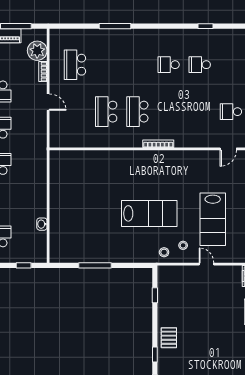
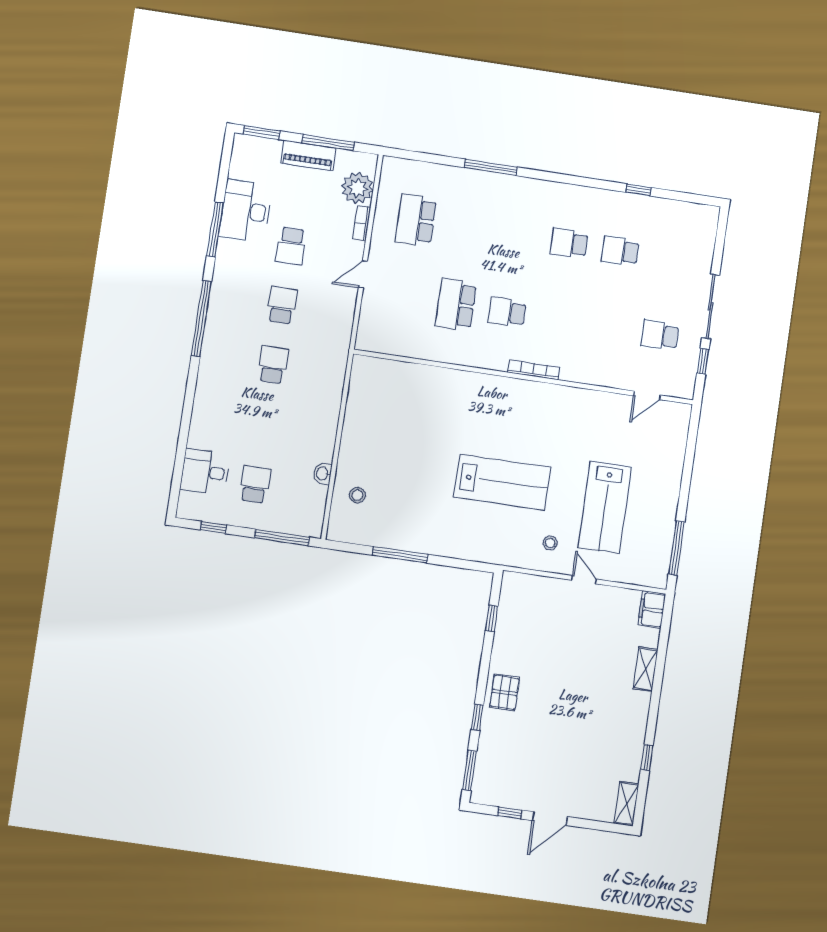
door: (48, 102) -> (363, 274), swing flipped
school desk: (137, 112) -> (507, 312), width x0.54
stool: (164, 252) -> (357, 495), moved
window: (24, 265) -> (282, 538), width x2.17

